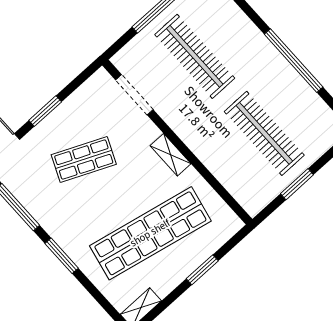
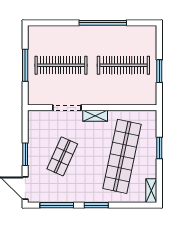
doorway: (134, 95) -> (67, 108), moved

